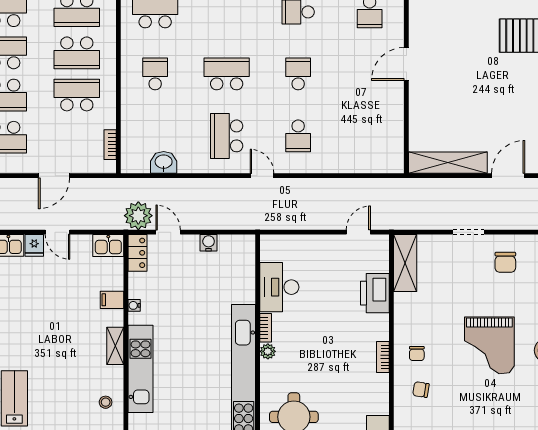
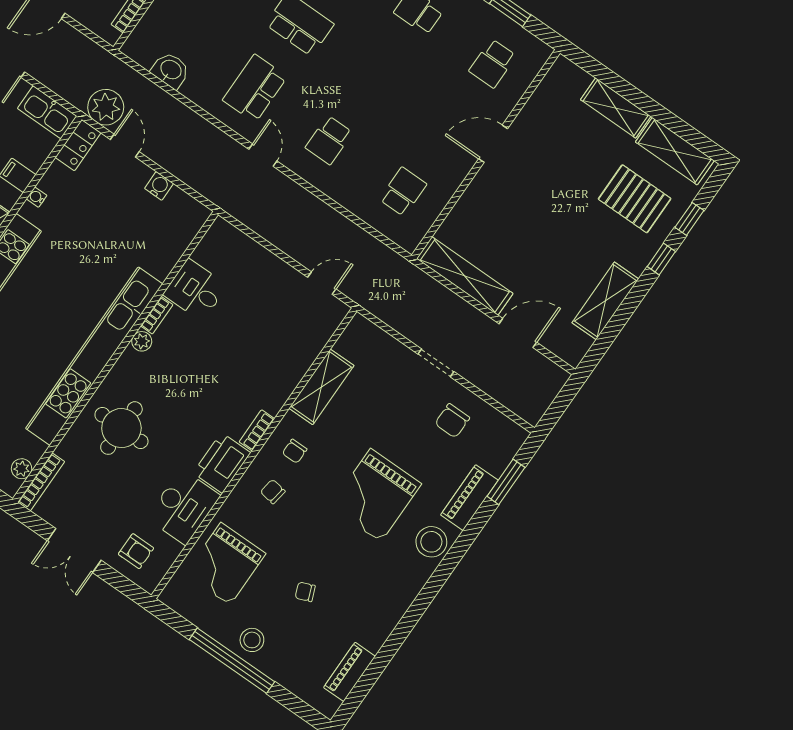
school desk: (298, 74) -> (403, 192), moved
kitchen sink: (108, 245) -> (47, 112), width x1.38
shelving: (405, 263) -> (321, 387), moved
desk: (279, 287) -> (195, 290), width x0.73
printer: (375, 293) -> (222, 463), moved

